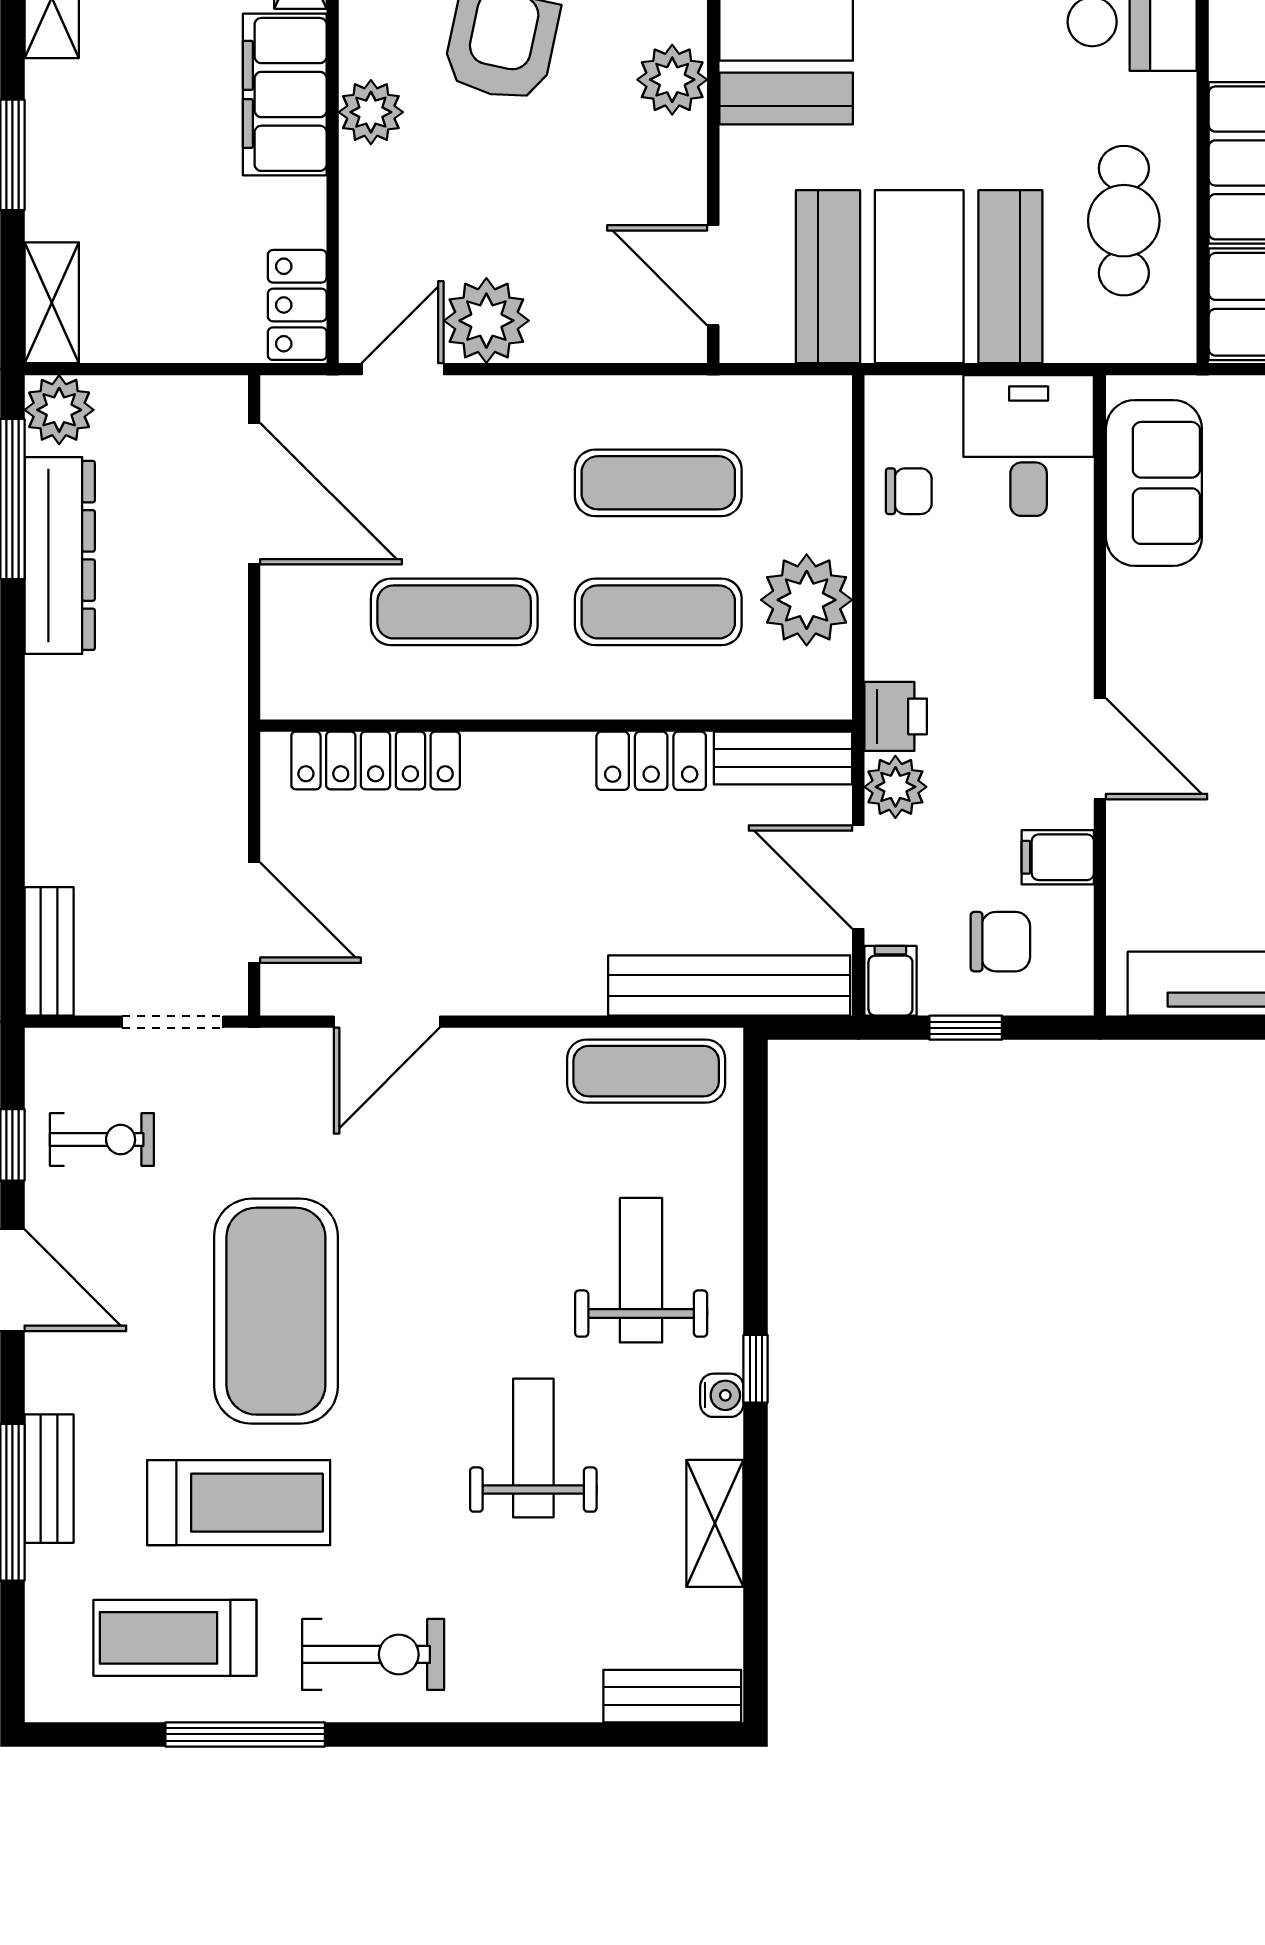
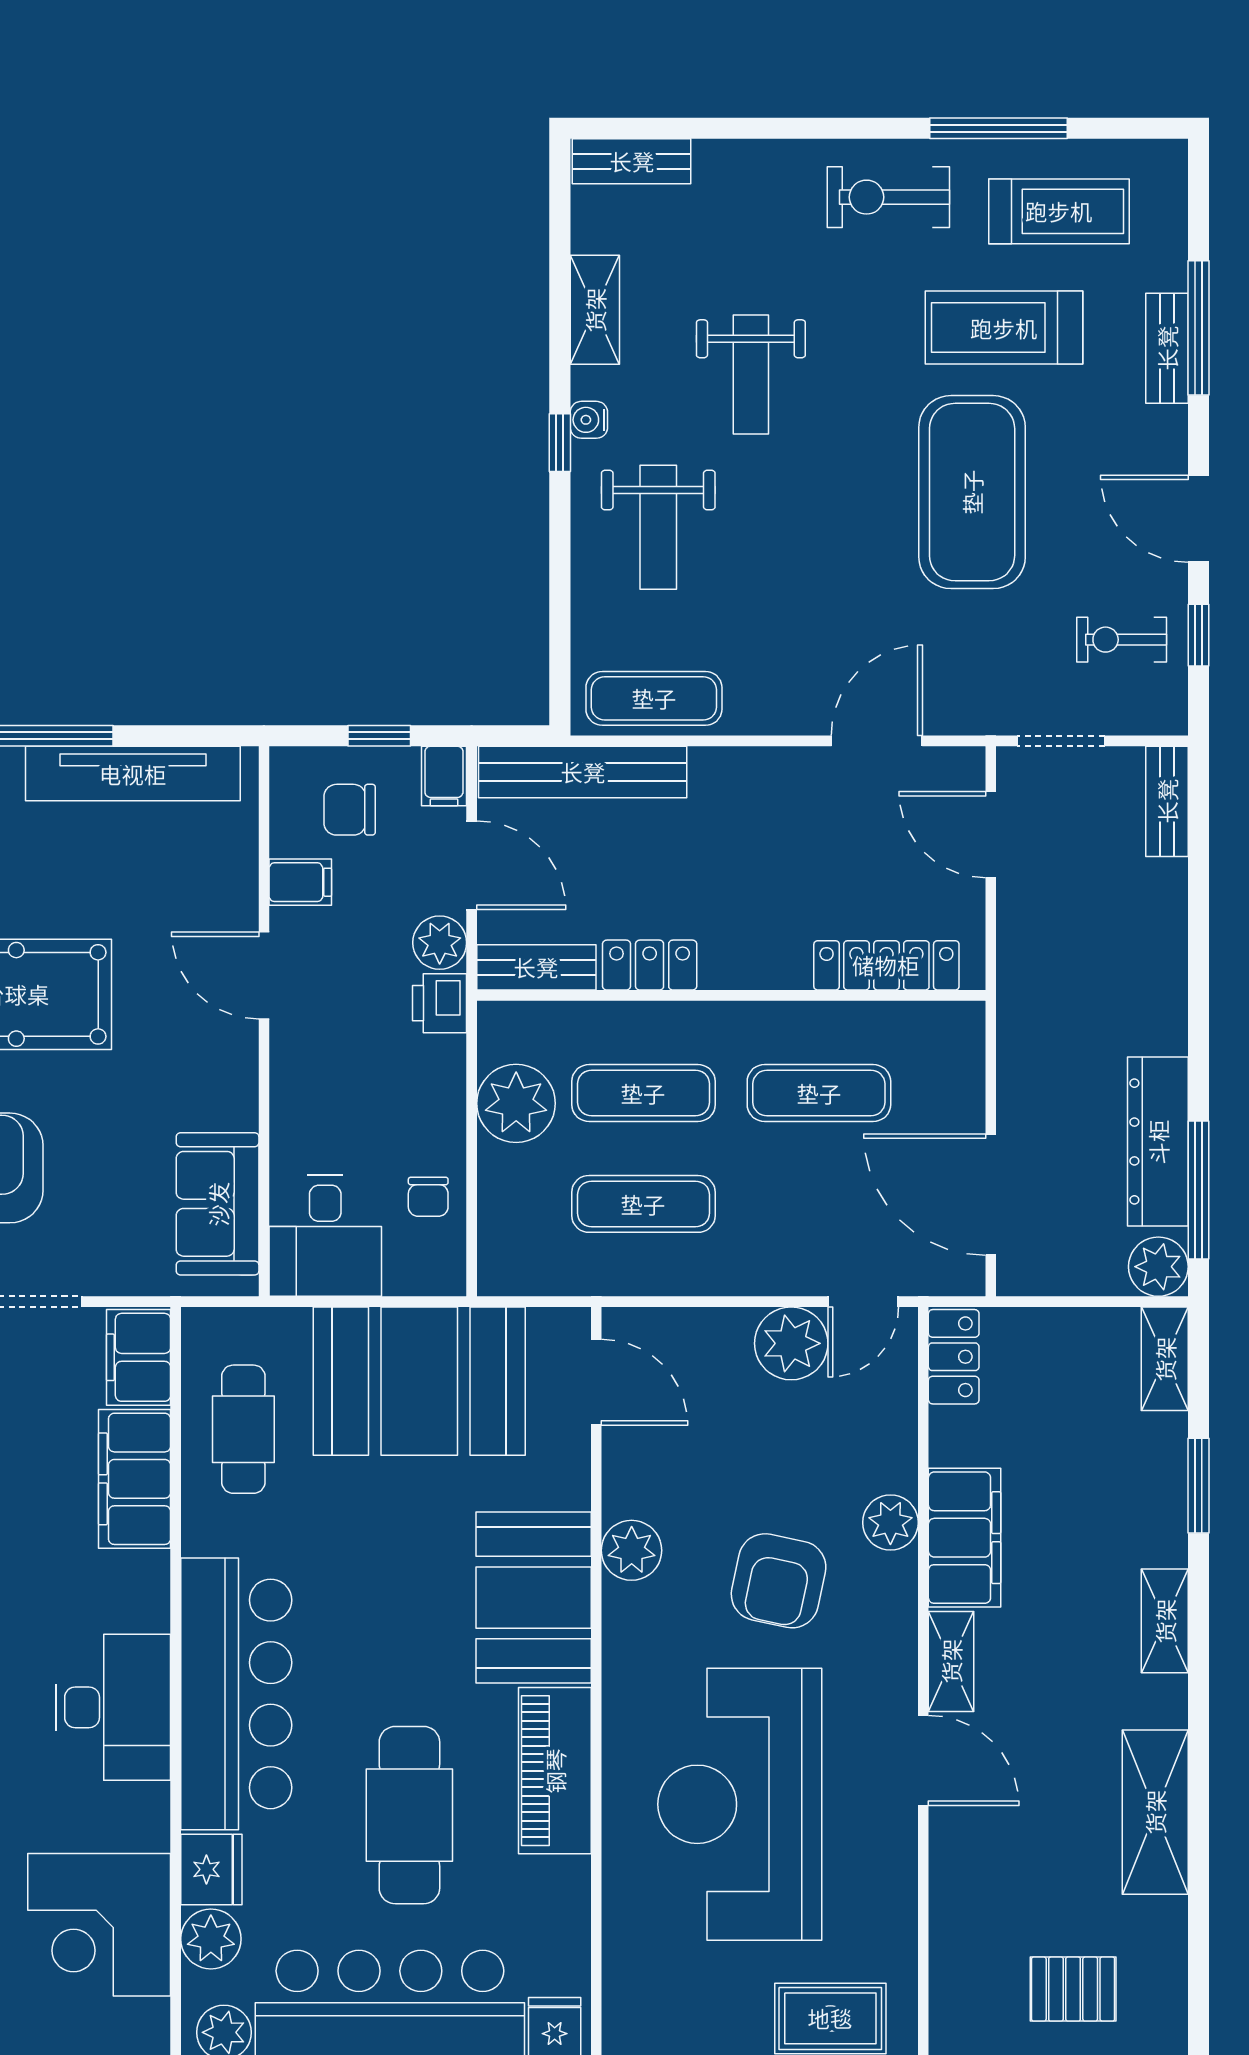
chair: (909, 491) -> (428, 1197), turned -90

